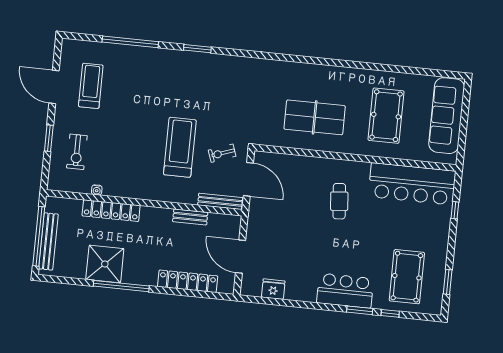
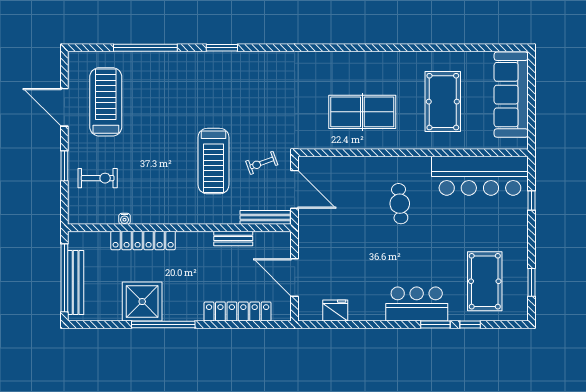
treadmill: (91, 86) -> (106, 102), width x1.37, depth x1.38
treadmill: (180, 147) -> (214, 161), turned 180
exercise bike: (77, 152) -> (98, 178), turned -90

